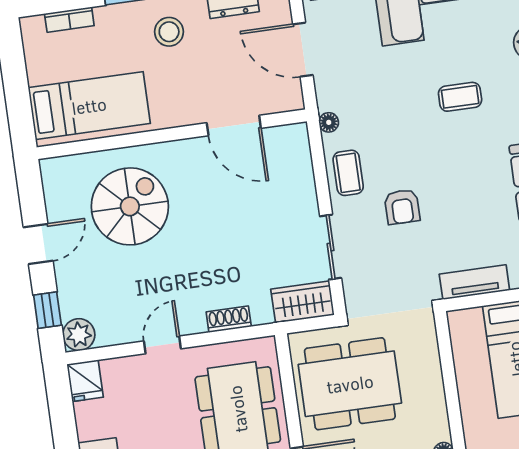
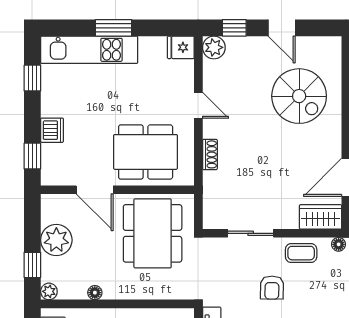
armchair: (402, 207) -> (272, 288), turned -89
wardrobe: (302, 302) -> (321, 217), moved, turned -90

